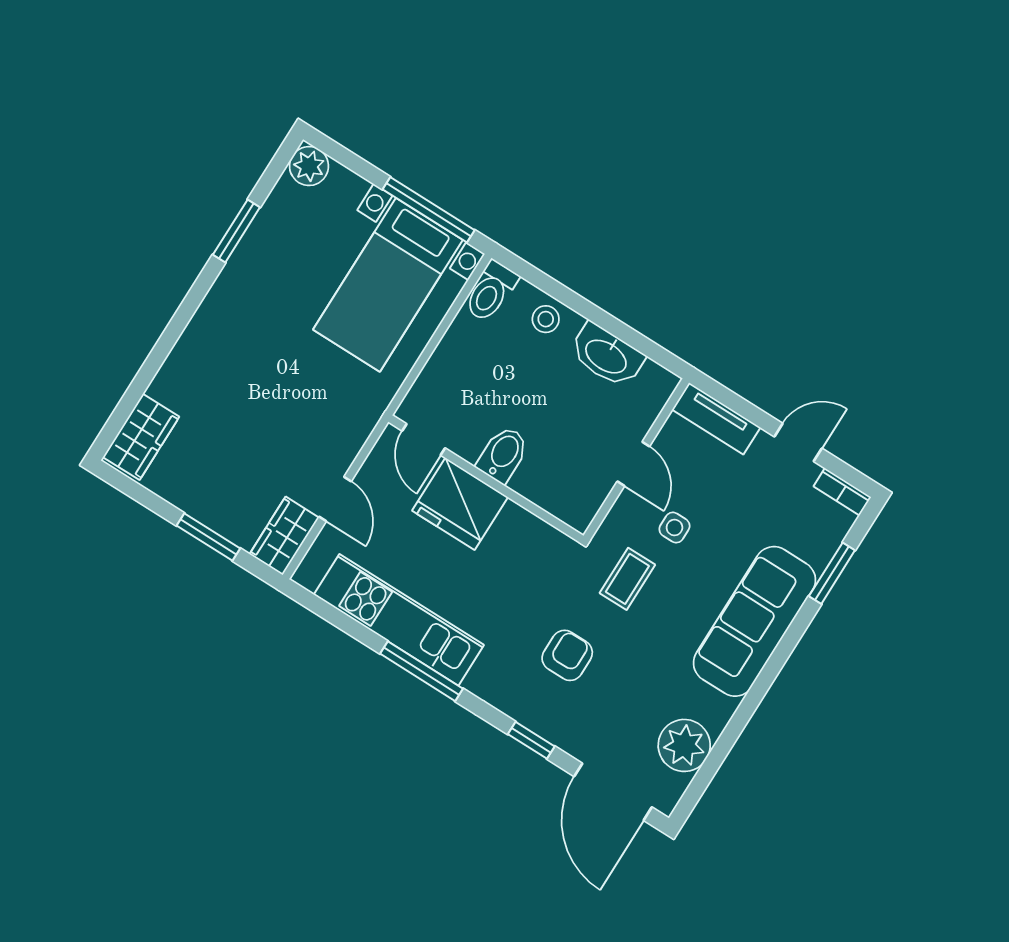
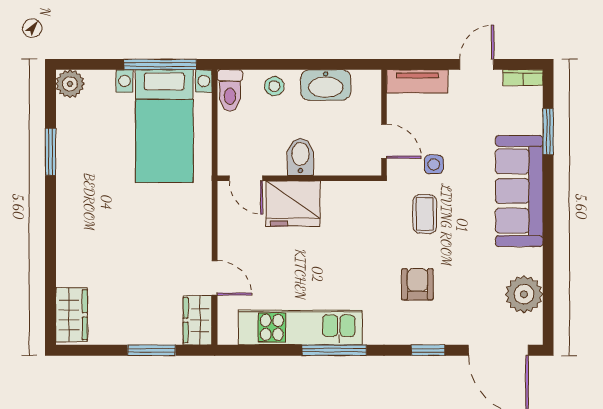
door: (424, 440) -> (246, 178), moved
bidet: (503, 454) -> (300, 157), moved
wall: (486, 479) -> (299, 178), moved
fridge: (460, 504) -> (293, 204), moved

